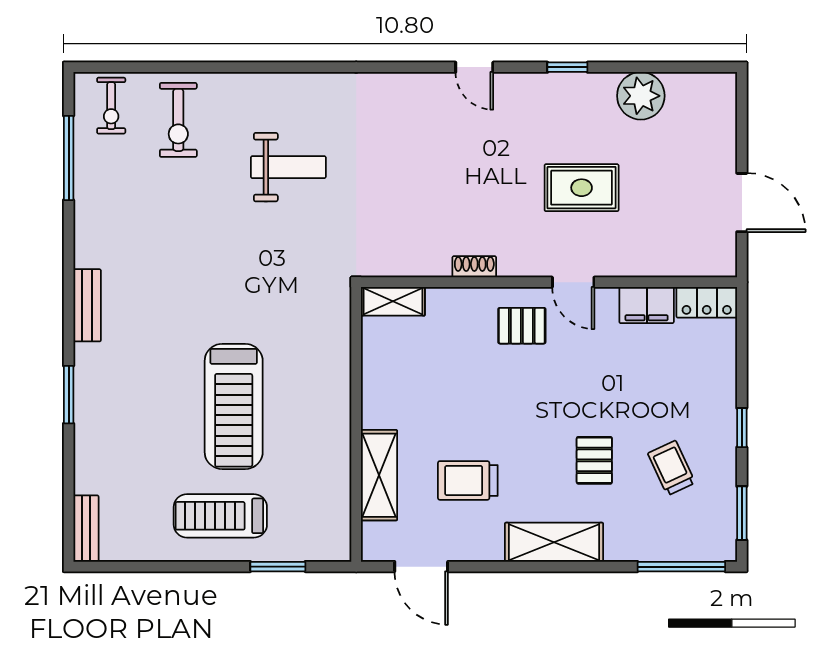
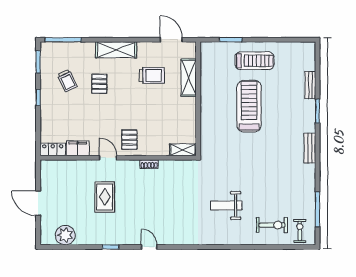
plant: (641, 96) -> (65, 235), moved
exercise bike: (178, 120) -> (272, 225), turned 90
rug: (582, 188) -> (105, 197), turned 90
door: (742, 203) -> (38, 203), moved
pallet: (522, 326) -> (129, 140), turned 90
bench: (86, 529) -> (310, 85), moved

